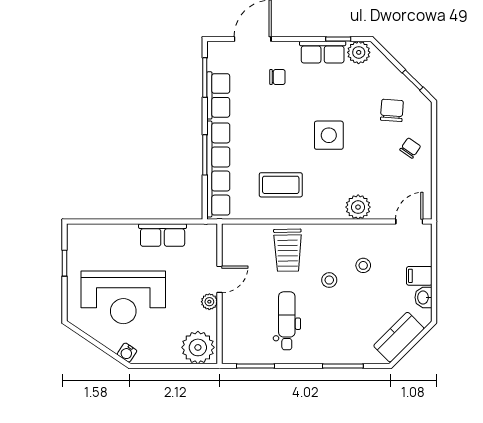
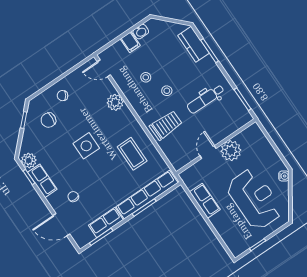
door: (220, 279) -> (208, 152), hinge flipped
plant: (209, 302) -> (231, 151), width x1.88, depth x1.88
kitchen counter: (399, 337) -> (194, 44), moved, turned 45
plant: (198, 347) -> (254, 138), removed

